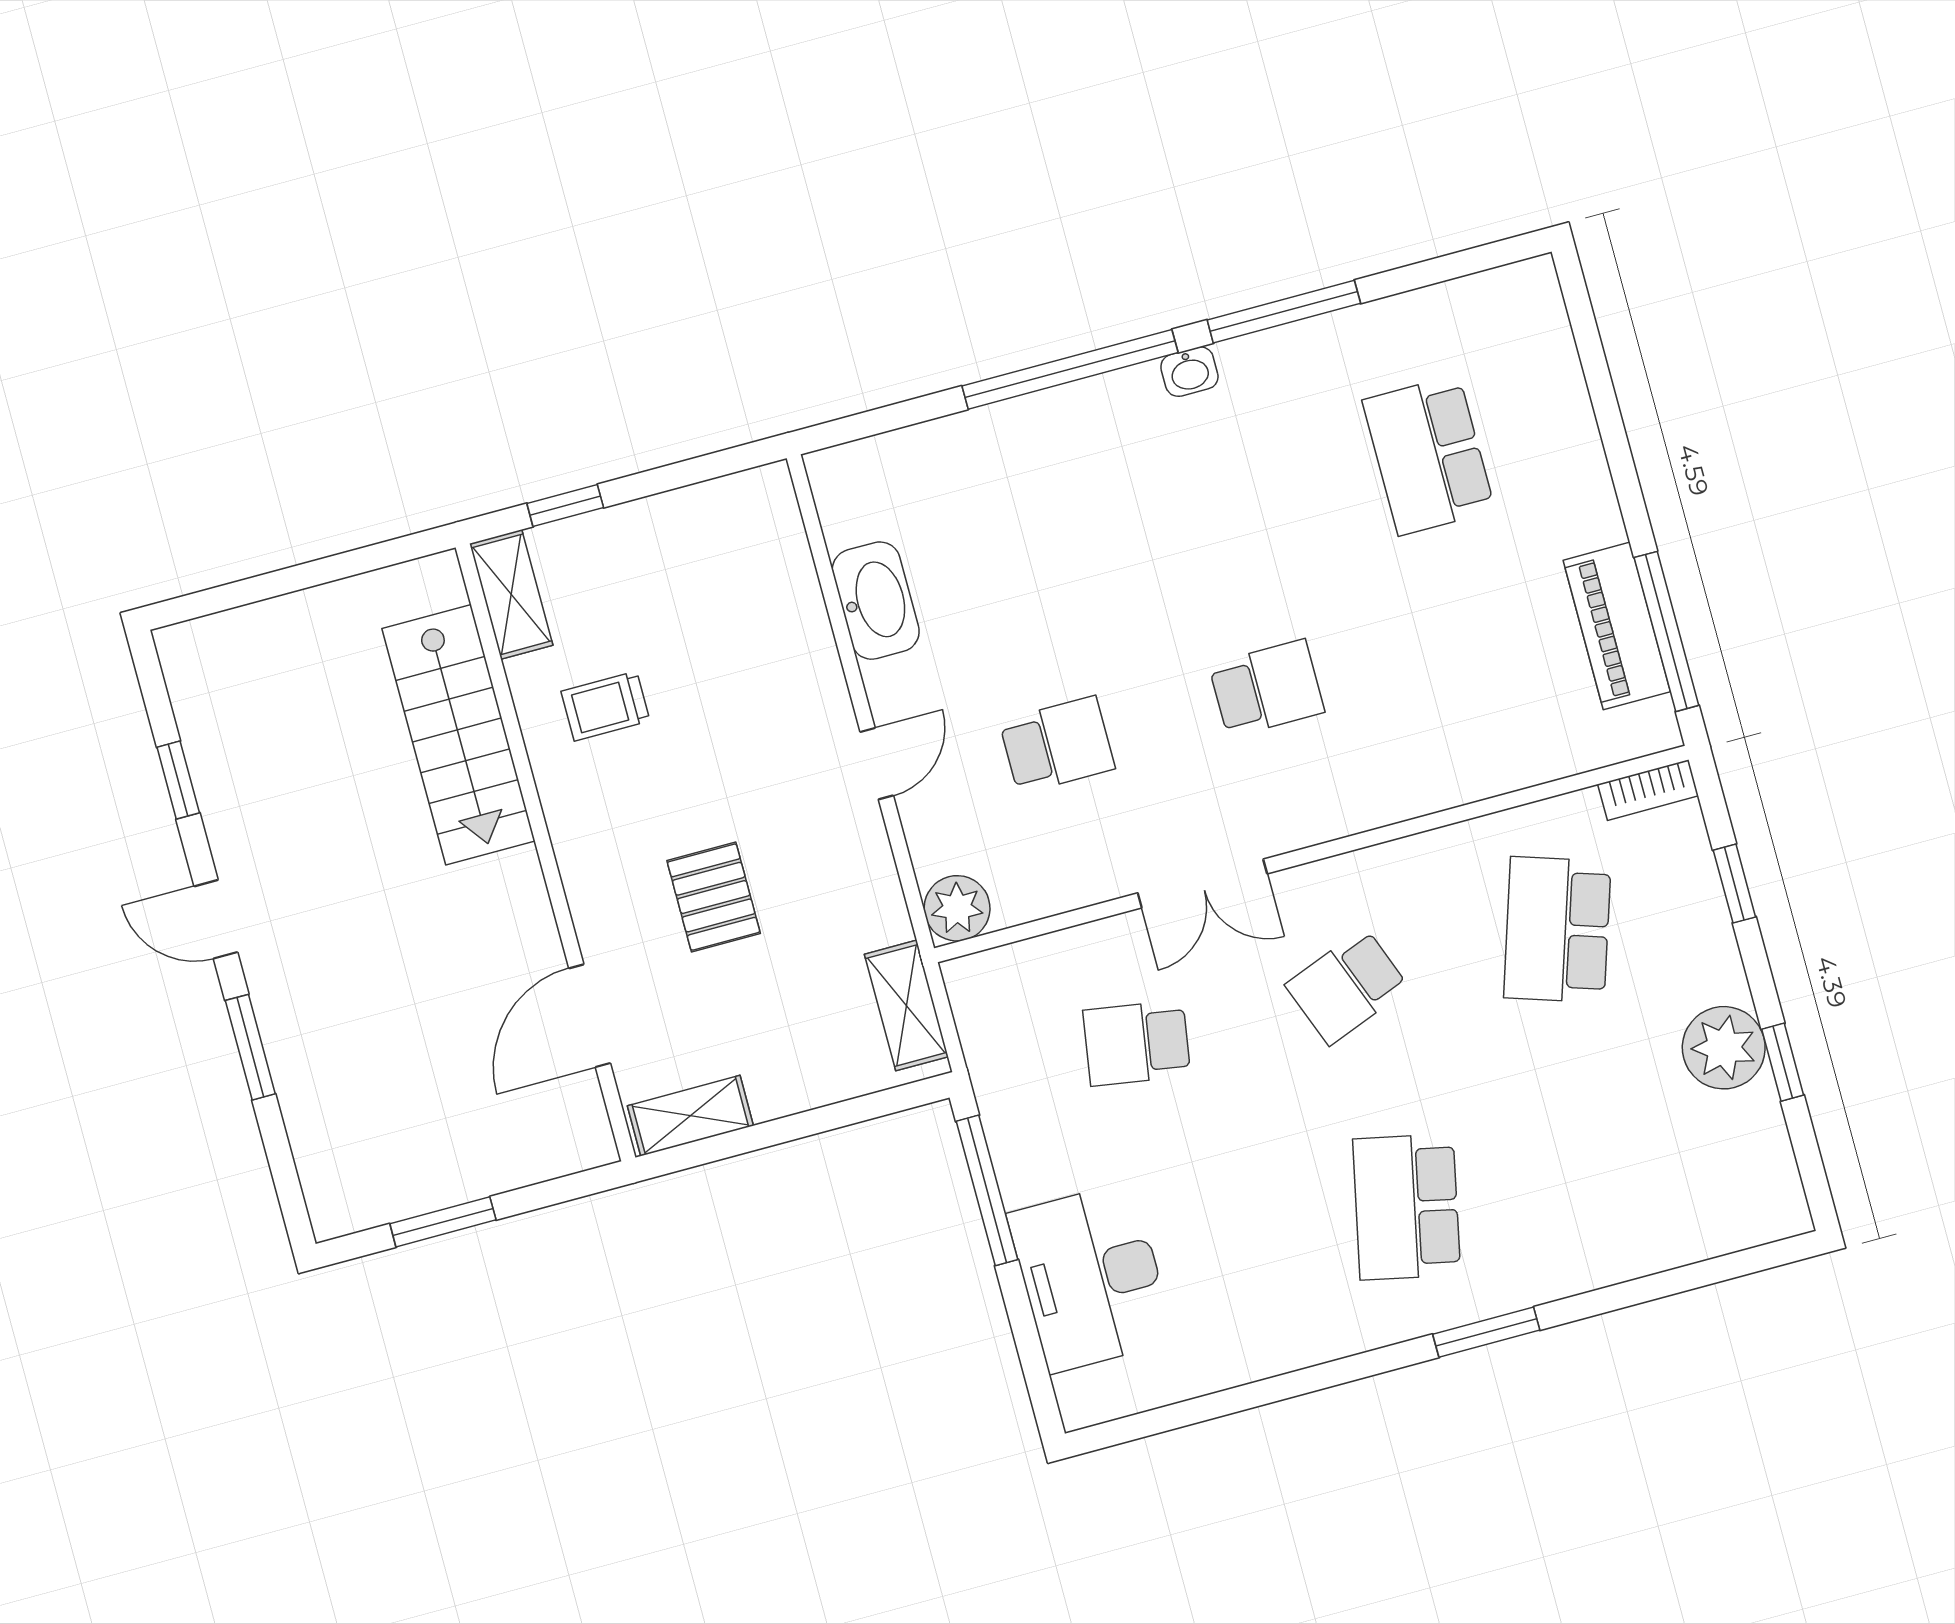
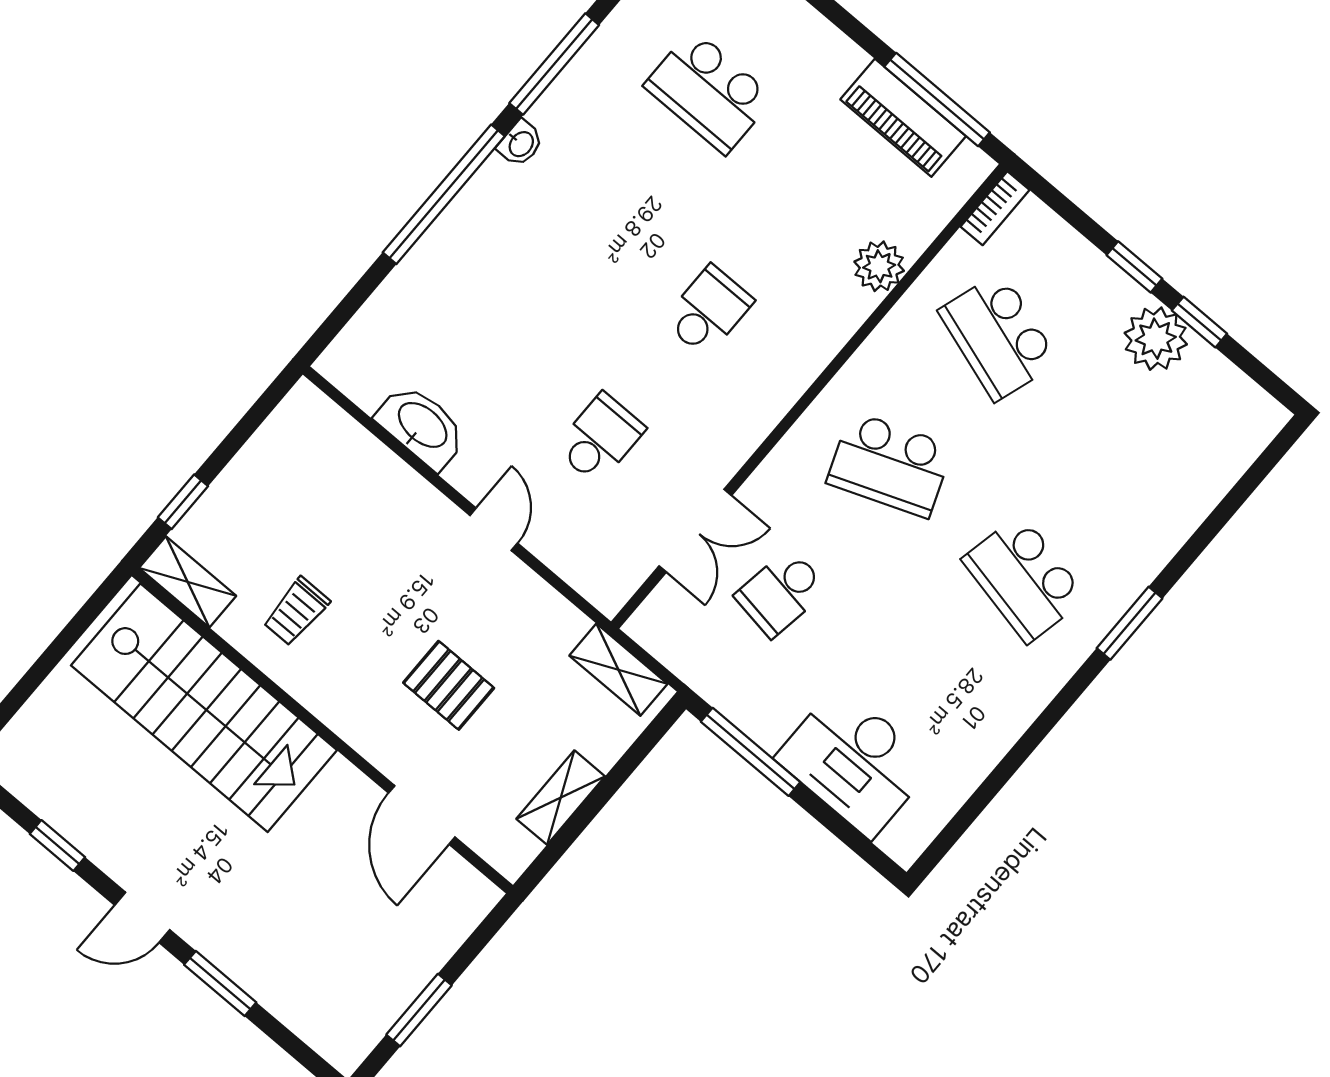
stairs: (459, 735) -> (204, 708), width x1.36, depth x1.51
double door: (1202, 883) -> (695, 531), moved
window: (1734, 884) -> (1134, 267), moved
plant: (957, 908) -> (879, 266), moved
school desk: (1347, 986) -> (890, 465), width x1.85
shelving: (690, 1116) -> (561, 798), moved

